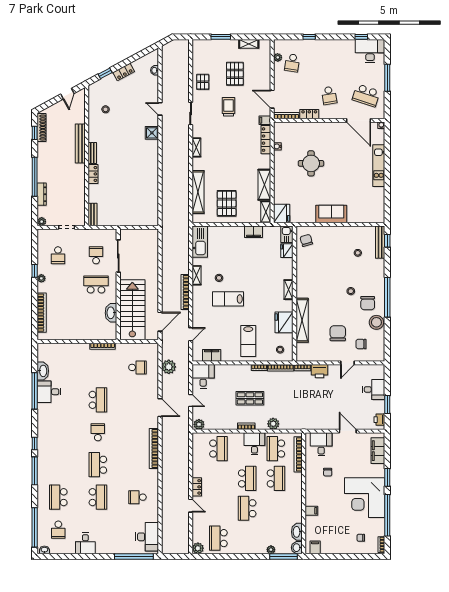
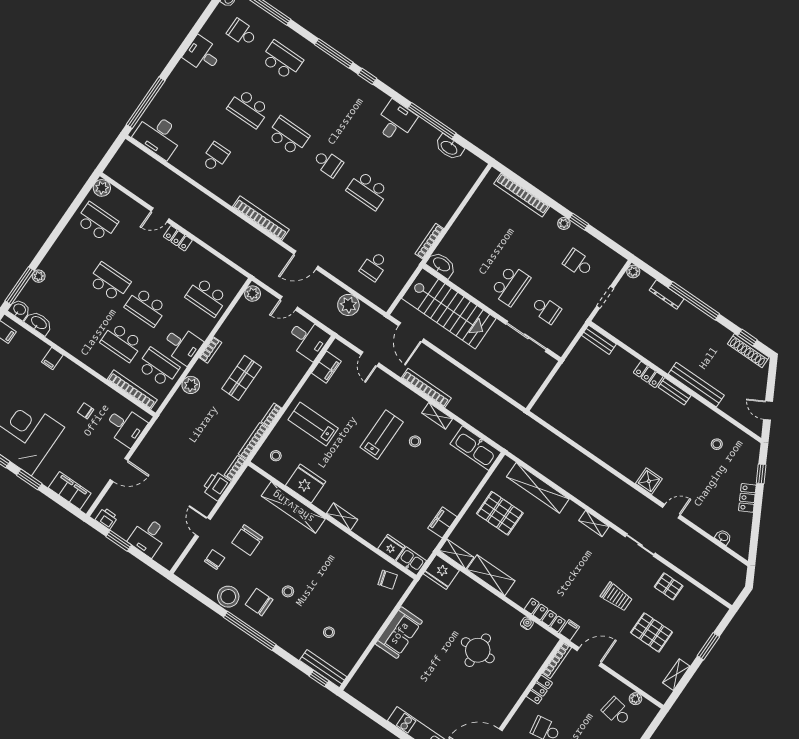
washbasin: (111, 313) -> (441, 265), moved
chair: (338, 333) -> (247, 540), turned 90
desk: (49, 392) -> (396, 121), moved

